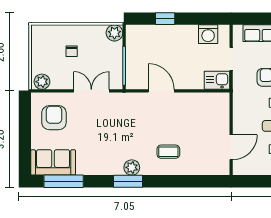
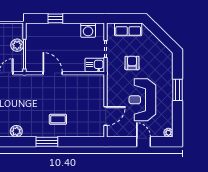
plant: (114, 33) -> (17, 45), moved
plant: (132, 167) -> (16, 131), moved
window: (128, 181) -> (47, 142), moved

